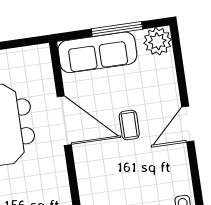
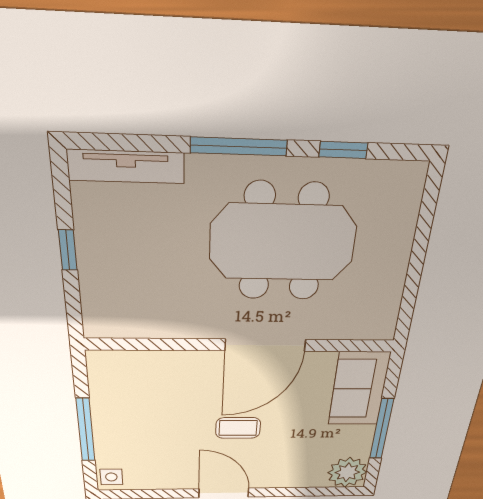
sofa: (97, 52) -> (359, 389), width x0.73

